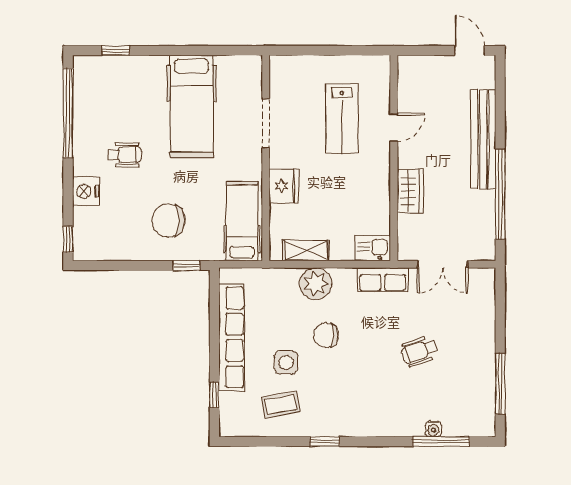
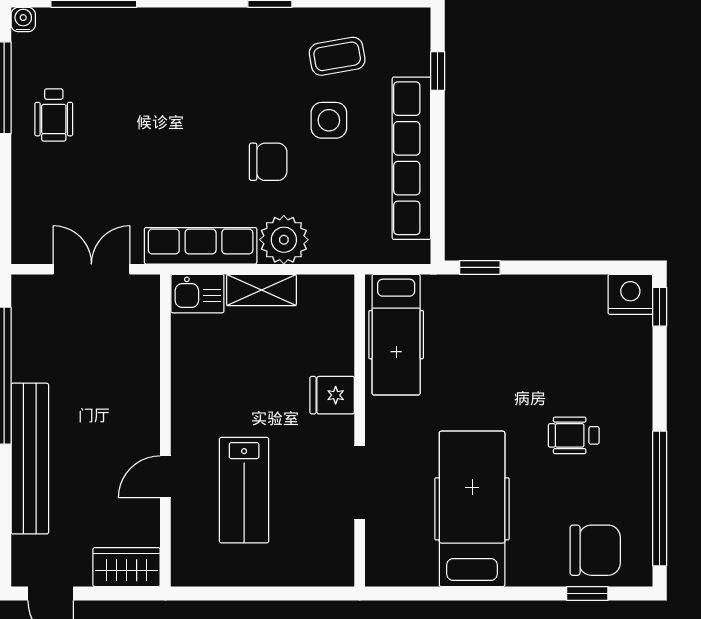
lab bench: (342, 119) -> (244, 490), turned 180
fridge: (284, 186) -> (332, 395), width x0.72
nightstand: (86, 191) -> (630, 294), moved, turned -90
wardrobe: (410, 191) -> (127, 567), moved, turned 90
chair: (168, 221) -> (595, 550), moved
shelving: (306, 250) -> (261, 290), moved
row of seats: (383, 280) -> (201, 246), width x1.48
wheelchair: (420, 351) -> (54, 115), moved, turned 109
water cooler: (433, 429) -> (23, 20), moved

